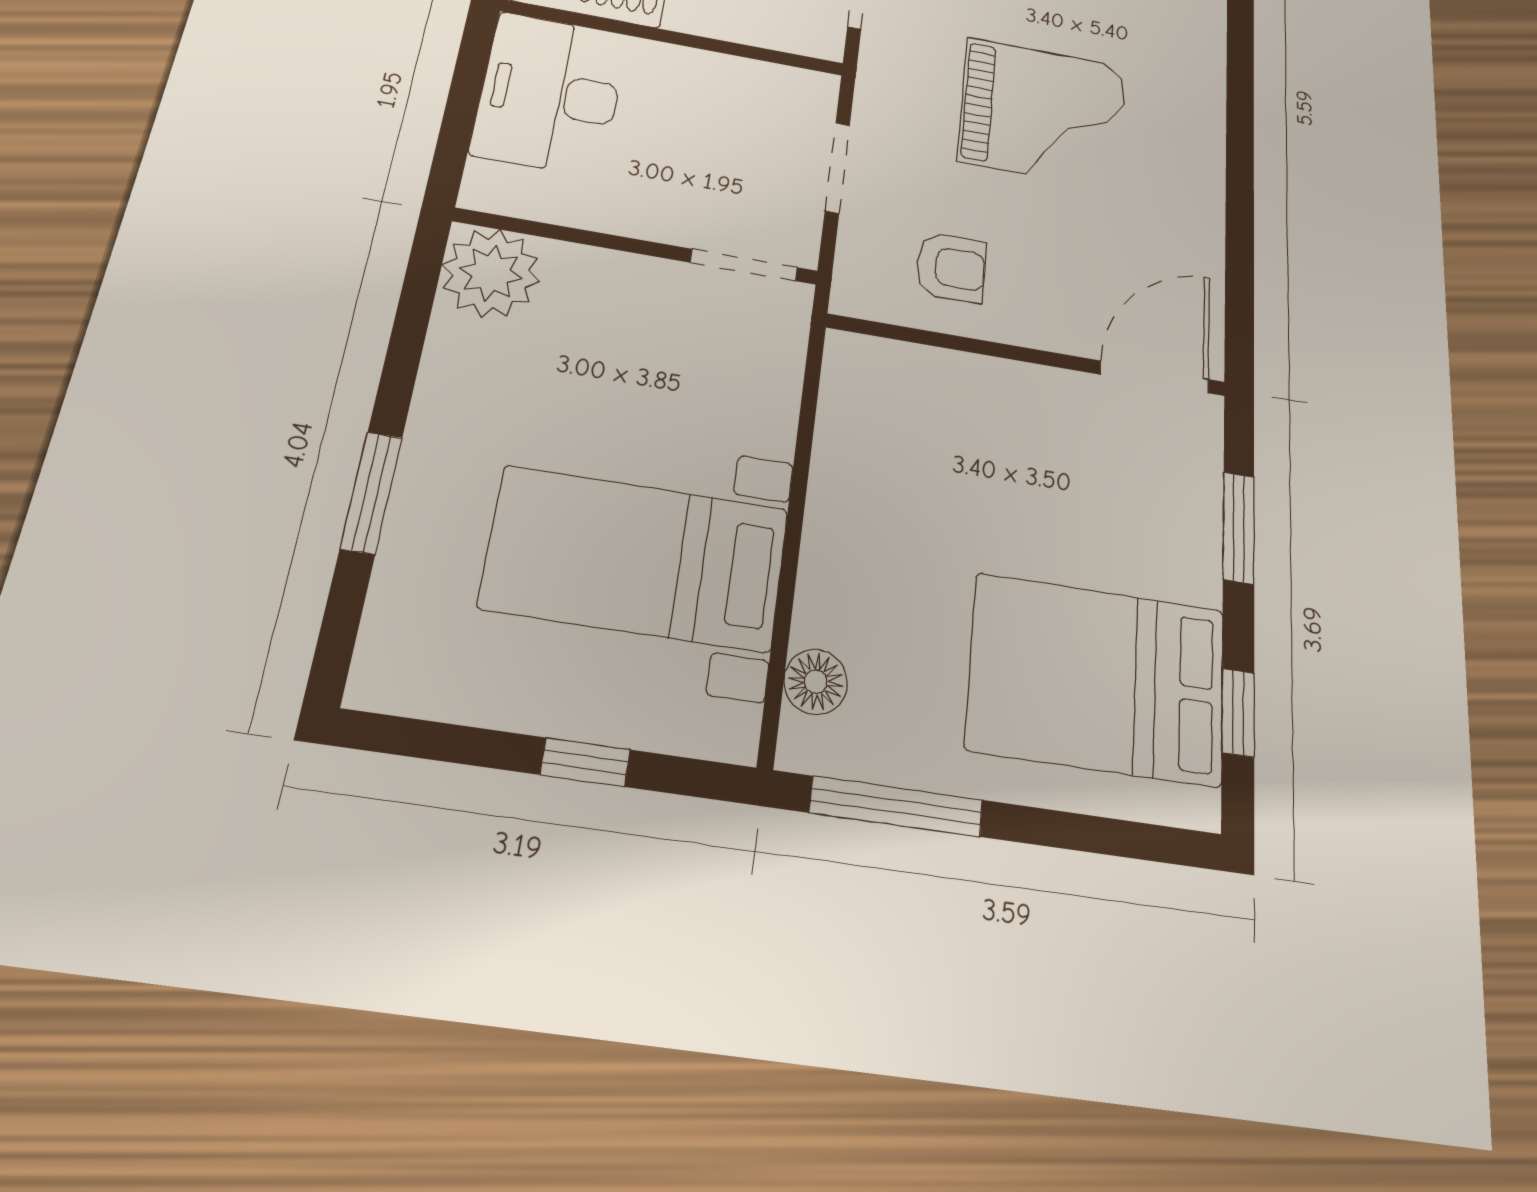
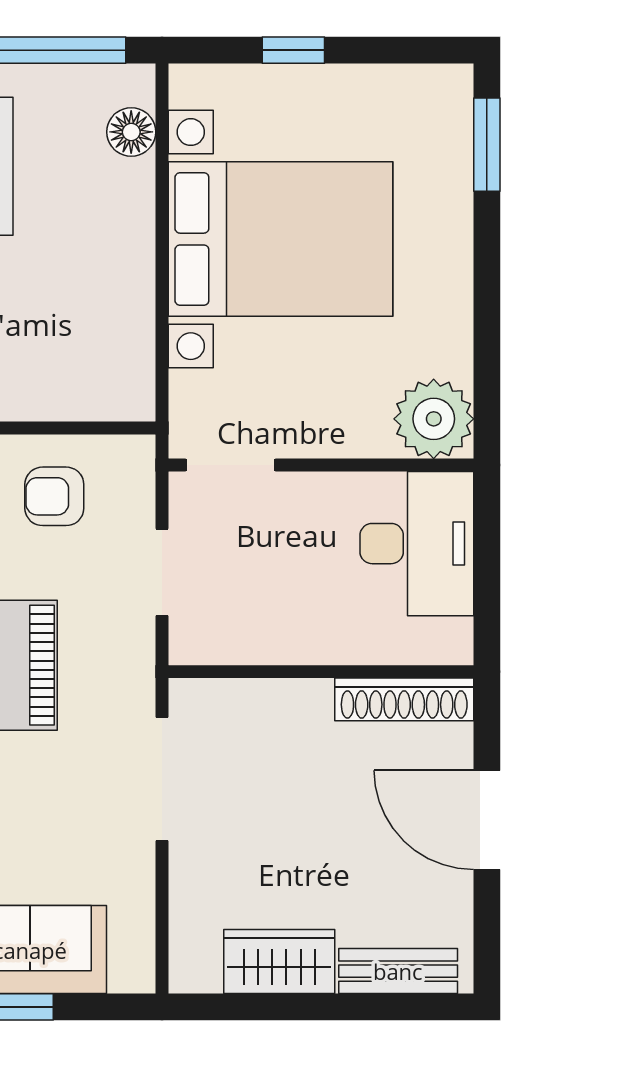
desk: (550, 94) -> (417, 544), moved
window: (371, 493) -> (487, 145), moved
bed with nightstands: (636, 558) -> (280, 239), width x1.36

